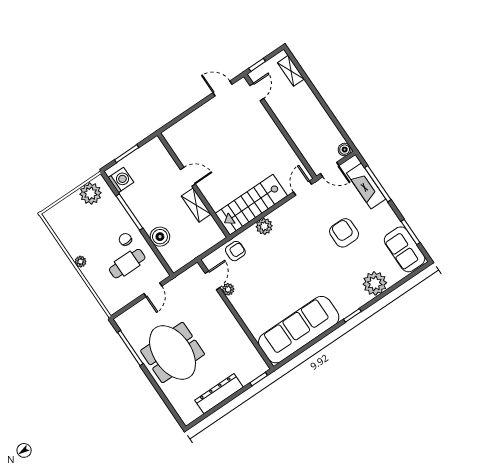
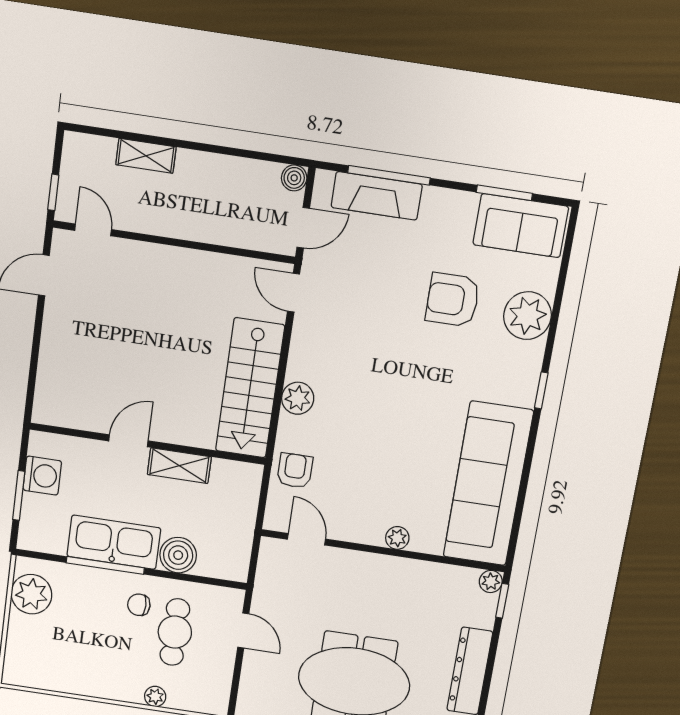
shelving: (291, 71) -> (146, 156), moved
washing machine: (121, 180) -> (42, 476), moved, turned 90
kitchen sink: (142, 207) -> (114, 542), added
armchair: (344, 233) -> (453, 300), moved
plant: (80, 262) -> (155, 696), moved
plant: (228, 289) -> (397, 538), moved
plant: (262, 367) -> (491, 581), added

